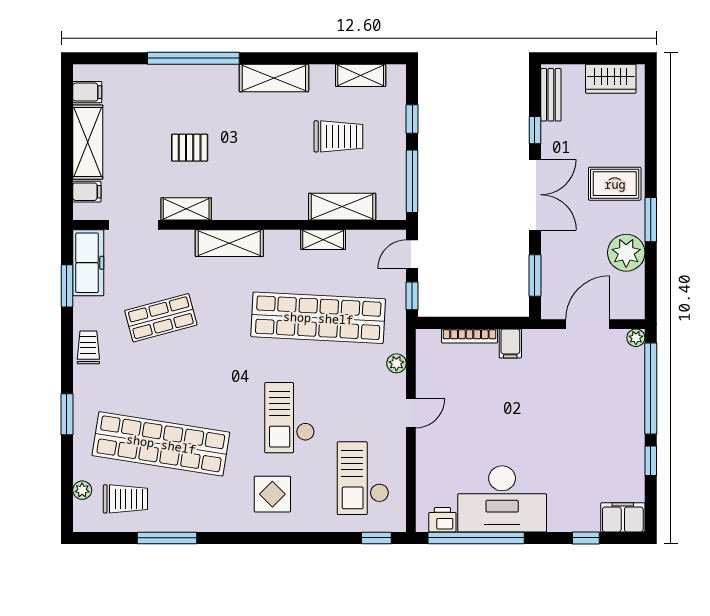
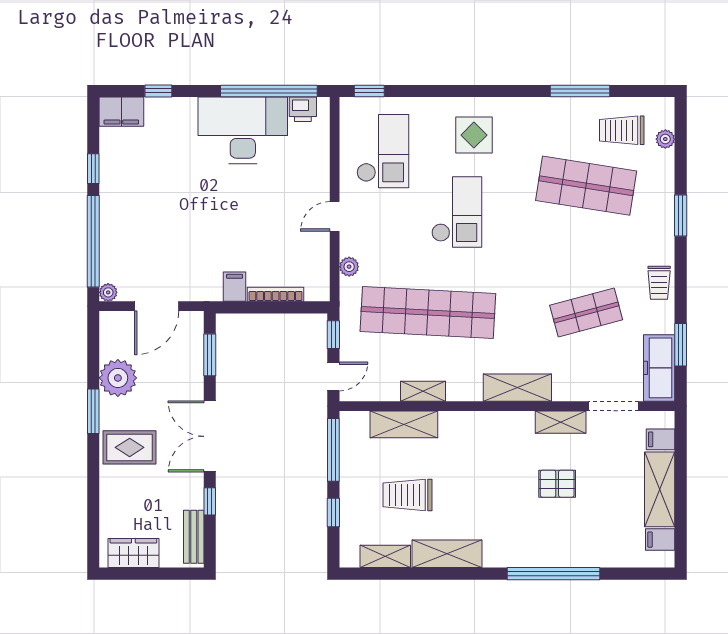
shelving: (274, 78) -> (447, 554), moved
shop shelf: (161, 444) -> (586, 186), width x0.71

